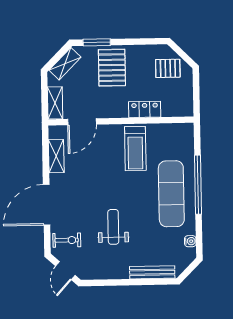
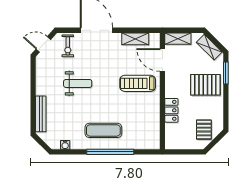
treadmill: (135, 149) -> (138, 83), moved
exercise mat: (171, 194) -> (103, 130), width x0.73, depth x0.69

